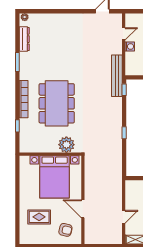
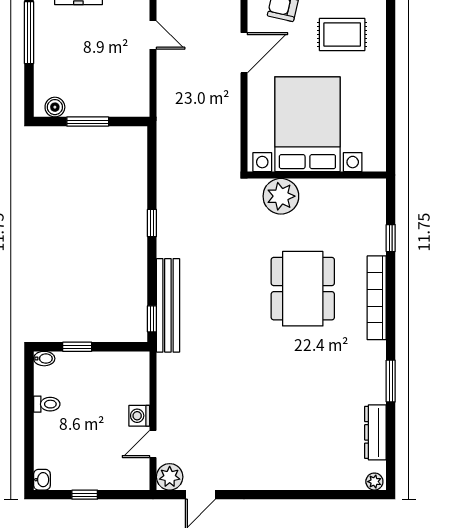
plant: (116, 19) -> (170, 477), added
bench: (117, 76) -> (168, 305), moved
dining table: (57, 103) -> (303, 289), width x0.73, depth x0.80
door: (83, 209) -> (244, 53), hinge flipped
door: (124, 217) -> (153, 35), swing flipped

